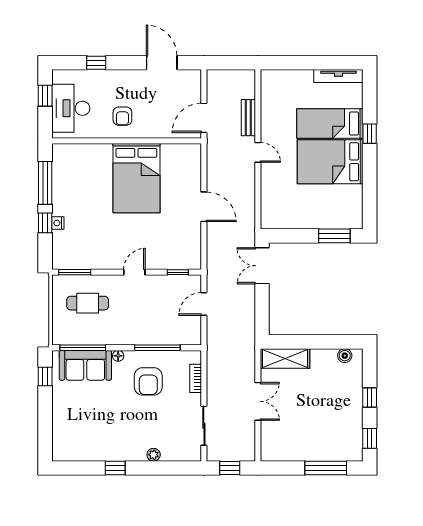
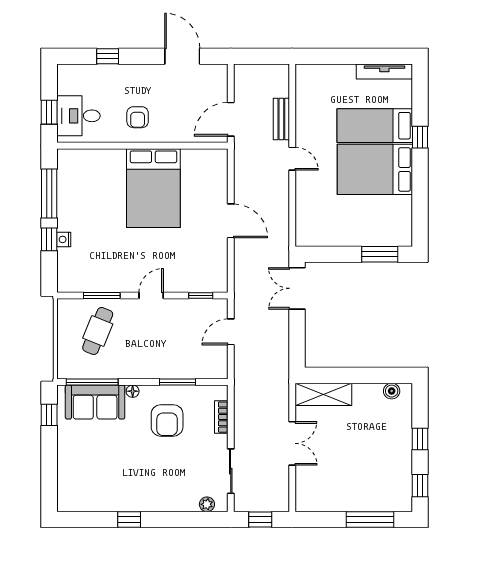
window: (45, 96) -> (49, 112), moved
desk: (71, 108) -> (78, 116), width x0.73
window: (75, 272) -> (102, 296), moved
cafe table: (88, 303) -> (98, 331), turned -68
window: (157, 348) -> (178, 382), width x0.69
plant: (154, 455) -> (207, 504), moved

